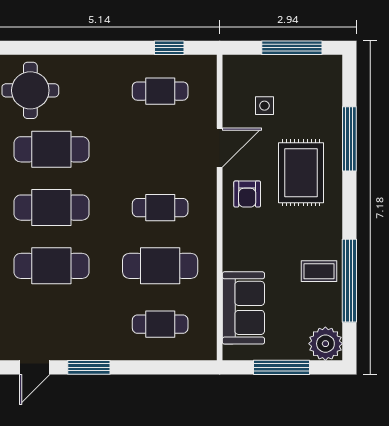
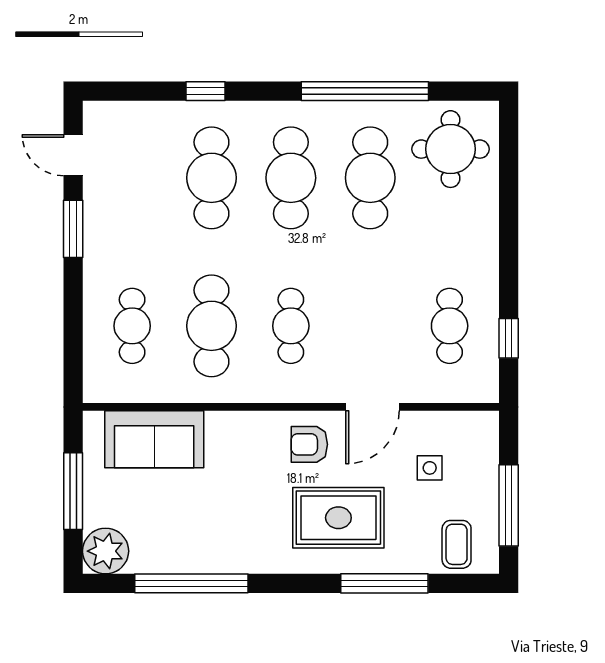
door: (220, 148) -> (372, 407), hinge flipped
coffee table: (319, 271) -> (457, 544), moved

